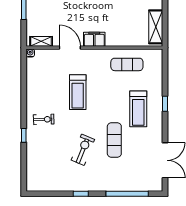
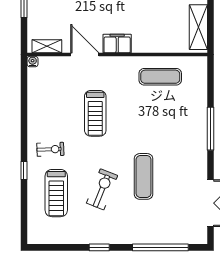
window: (165, 104) -> (210, 129), width x2.17
treadmill: (138, 109) -> (56, 193), moved

